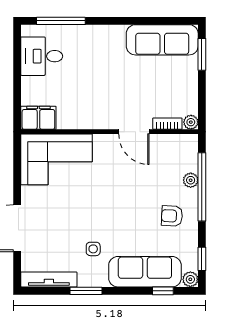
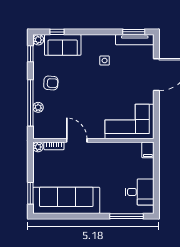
sofa: (162, 40) -> (66, 200), width x1.36, depth x1.27
filing cabinet: (38, 118) -> (148, 150), width x0.50
sofa: (145, 272) -> (63, 45), width x0.73
window: (86, 291) -> (134, 32), moved

